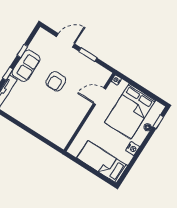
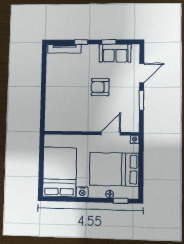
door: (66, 40) -> (142, 73), hinge flipped
sofa: (26, 66) -> (115, 53), moved
door: (100, 96) -> (111, 134), hinge flipped
bed: (102, 162) -> (60, 172), width x1.50

